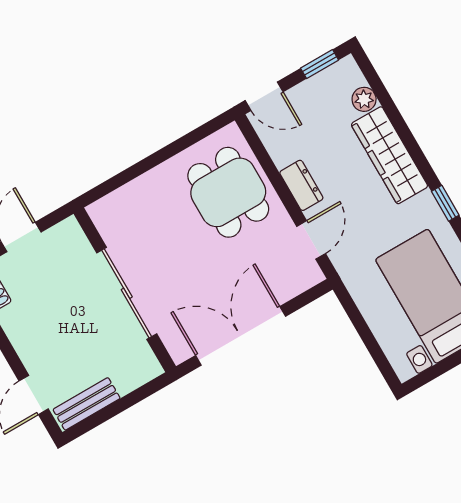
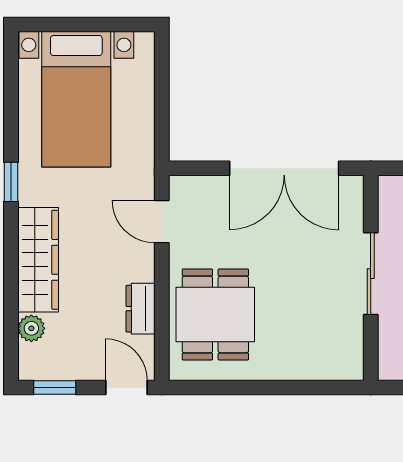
dresser: (301, 185) -> (141, 309), moved
door: (311, 240) -> (162, 222), hinge flipped
sliding door: (127, 293) -> (371, 274), width x0.73

